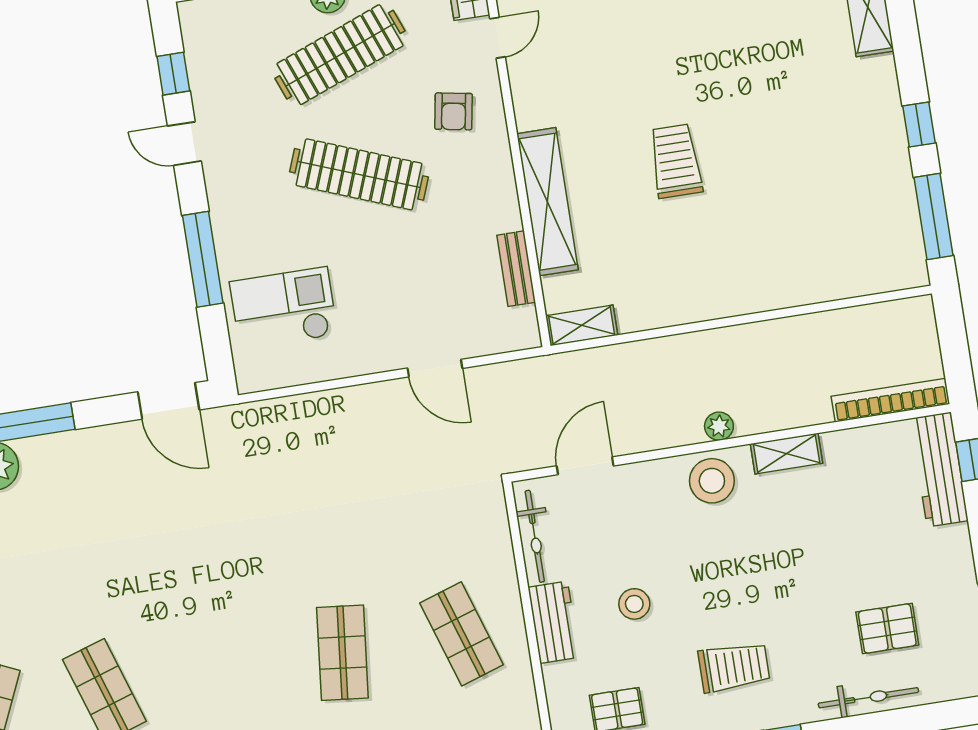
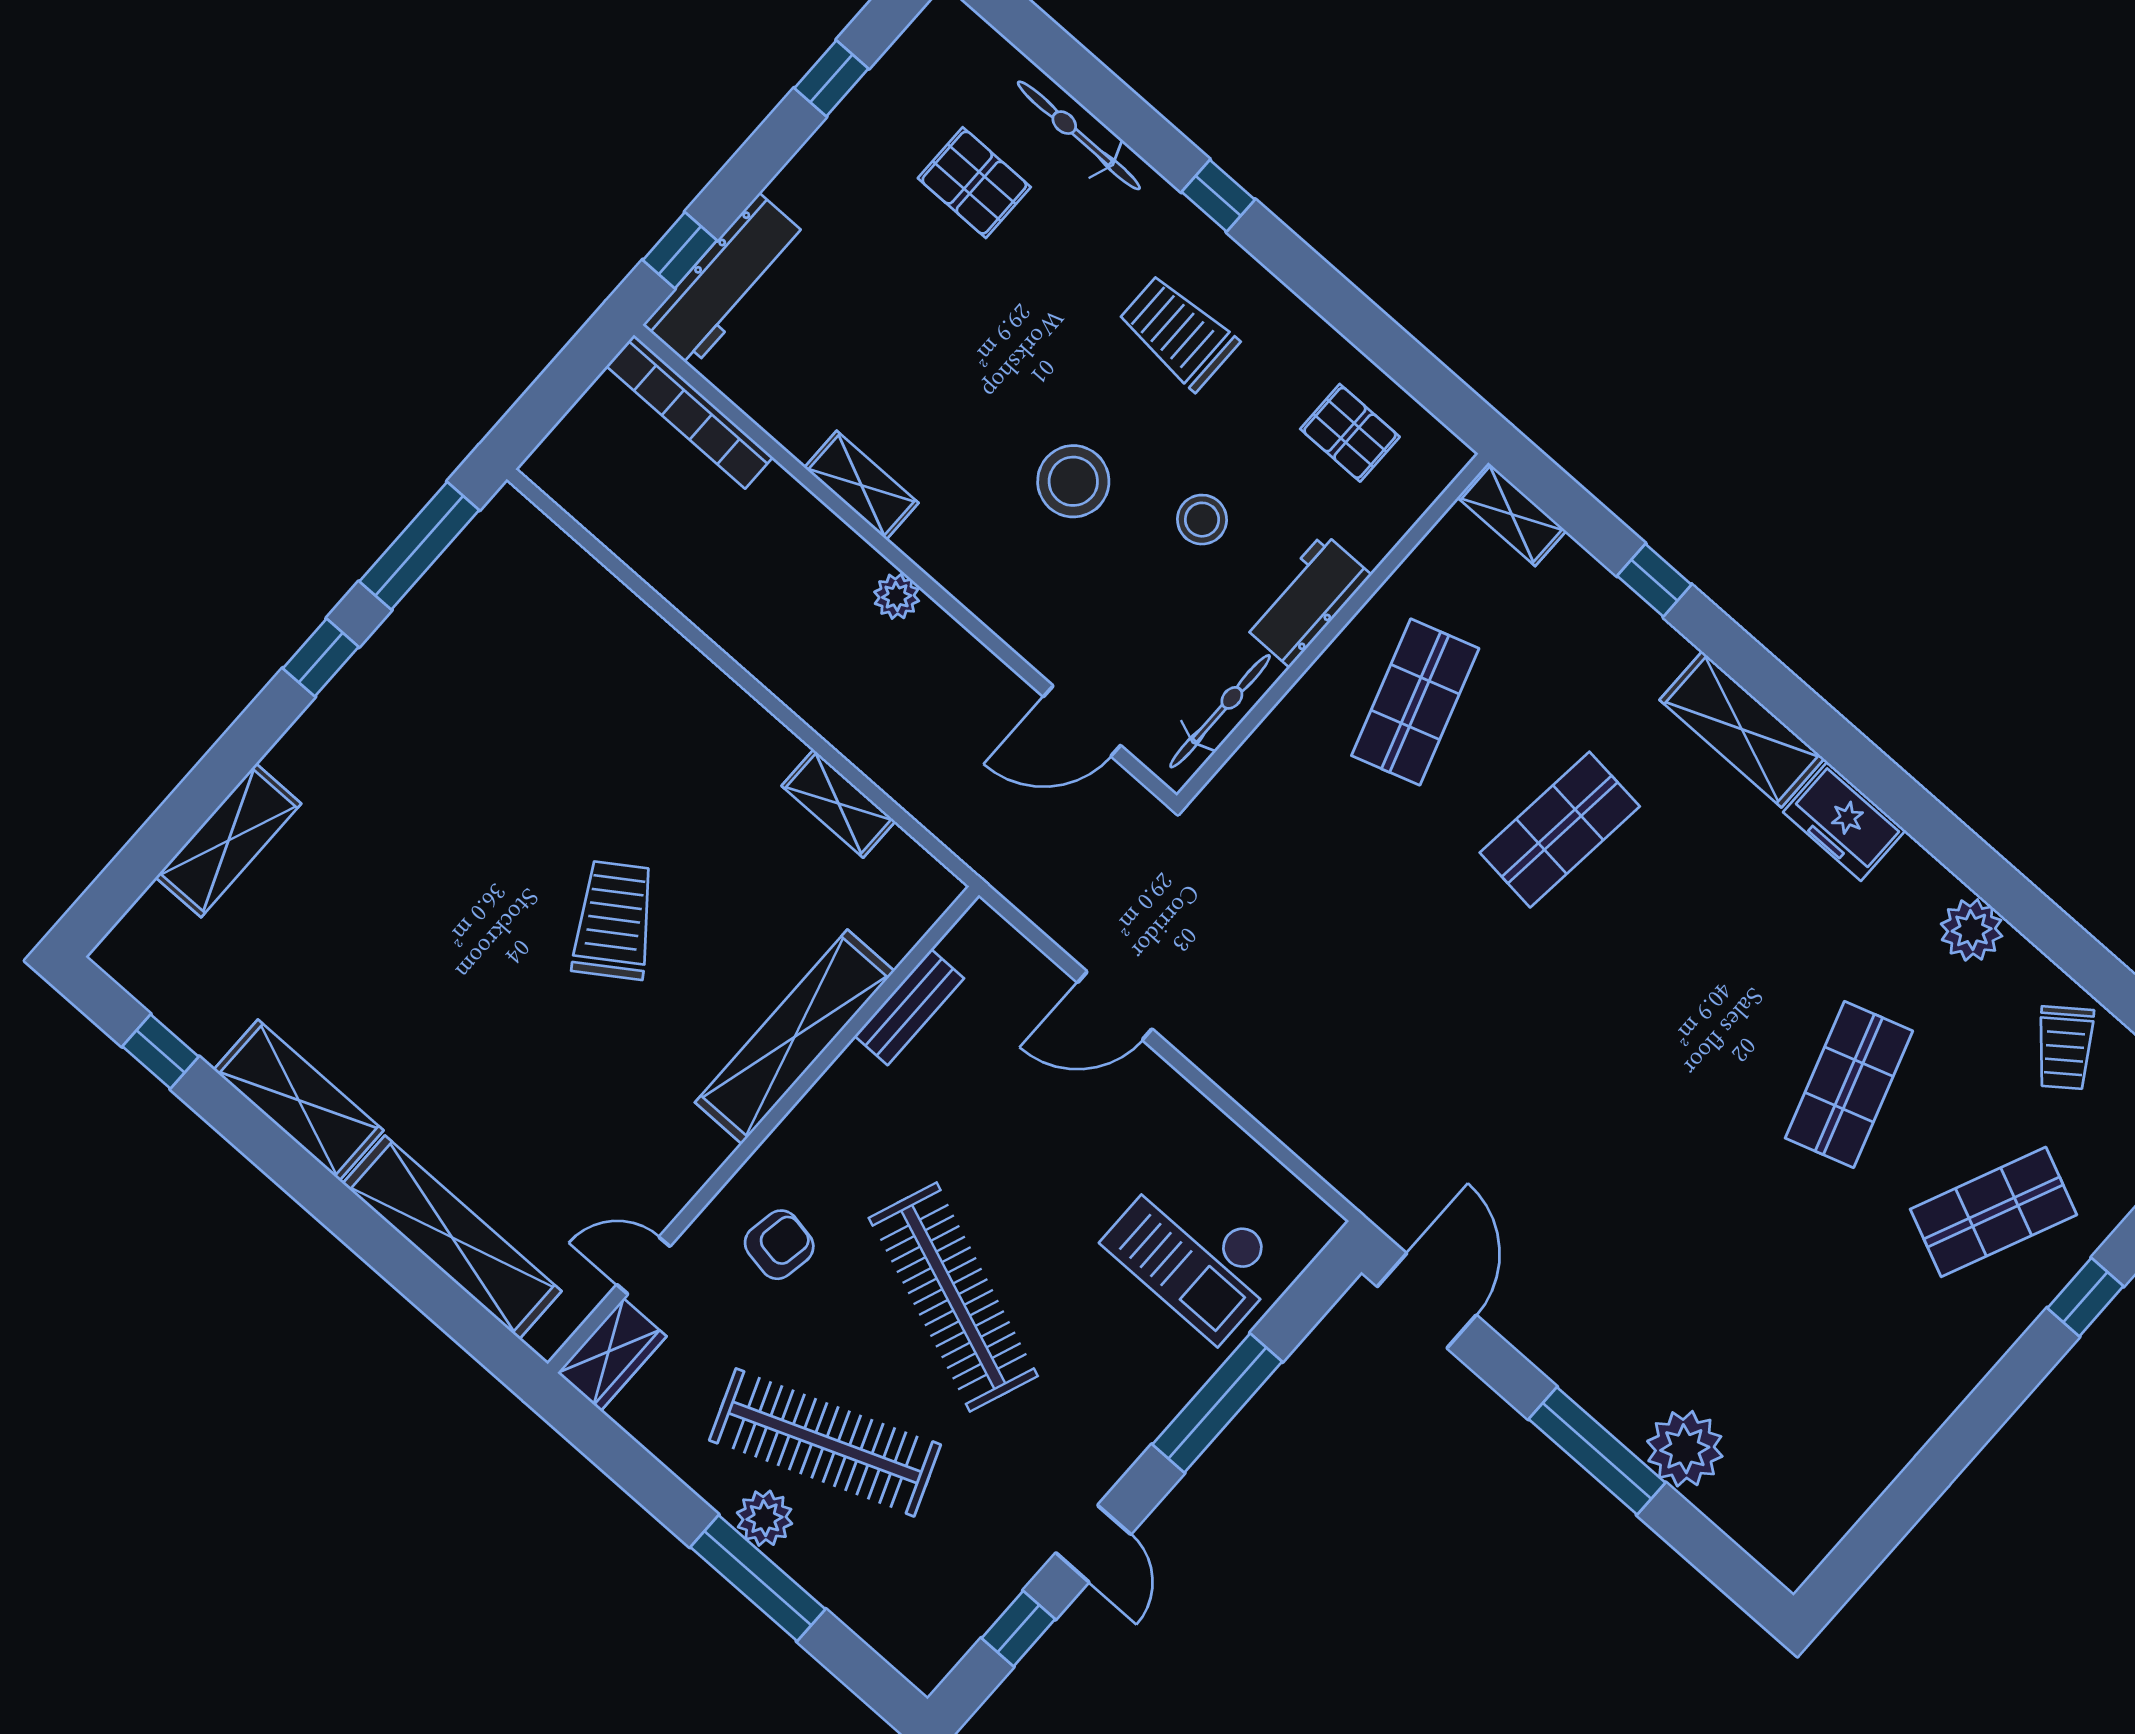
trolley: (676, 161) -> (614, 920), turned 146
shelving: (582, 325) -> (839, 803), moved
door: (435, 368) -> (1115, 1006), swing flipped
stool: (712, 481) -> (1073, 481), moved

